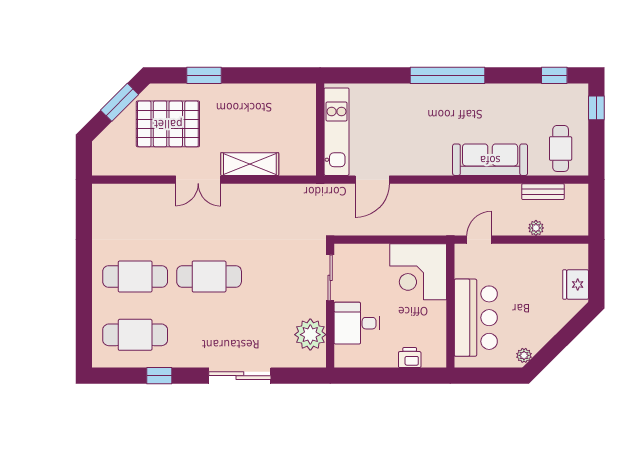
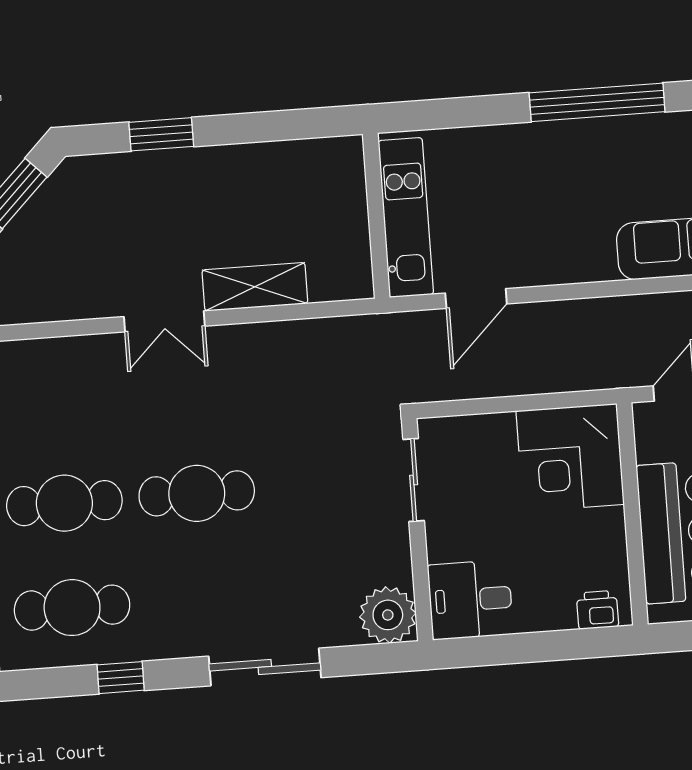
pallet: (168, 124) -> (103, 226), removed
desk: (357, 323) -> (470, 600), moved
plant: (310, 335) -> (388, 615), moved
printer: (410, 358) -> (597, 610), moved

